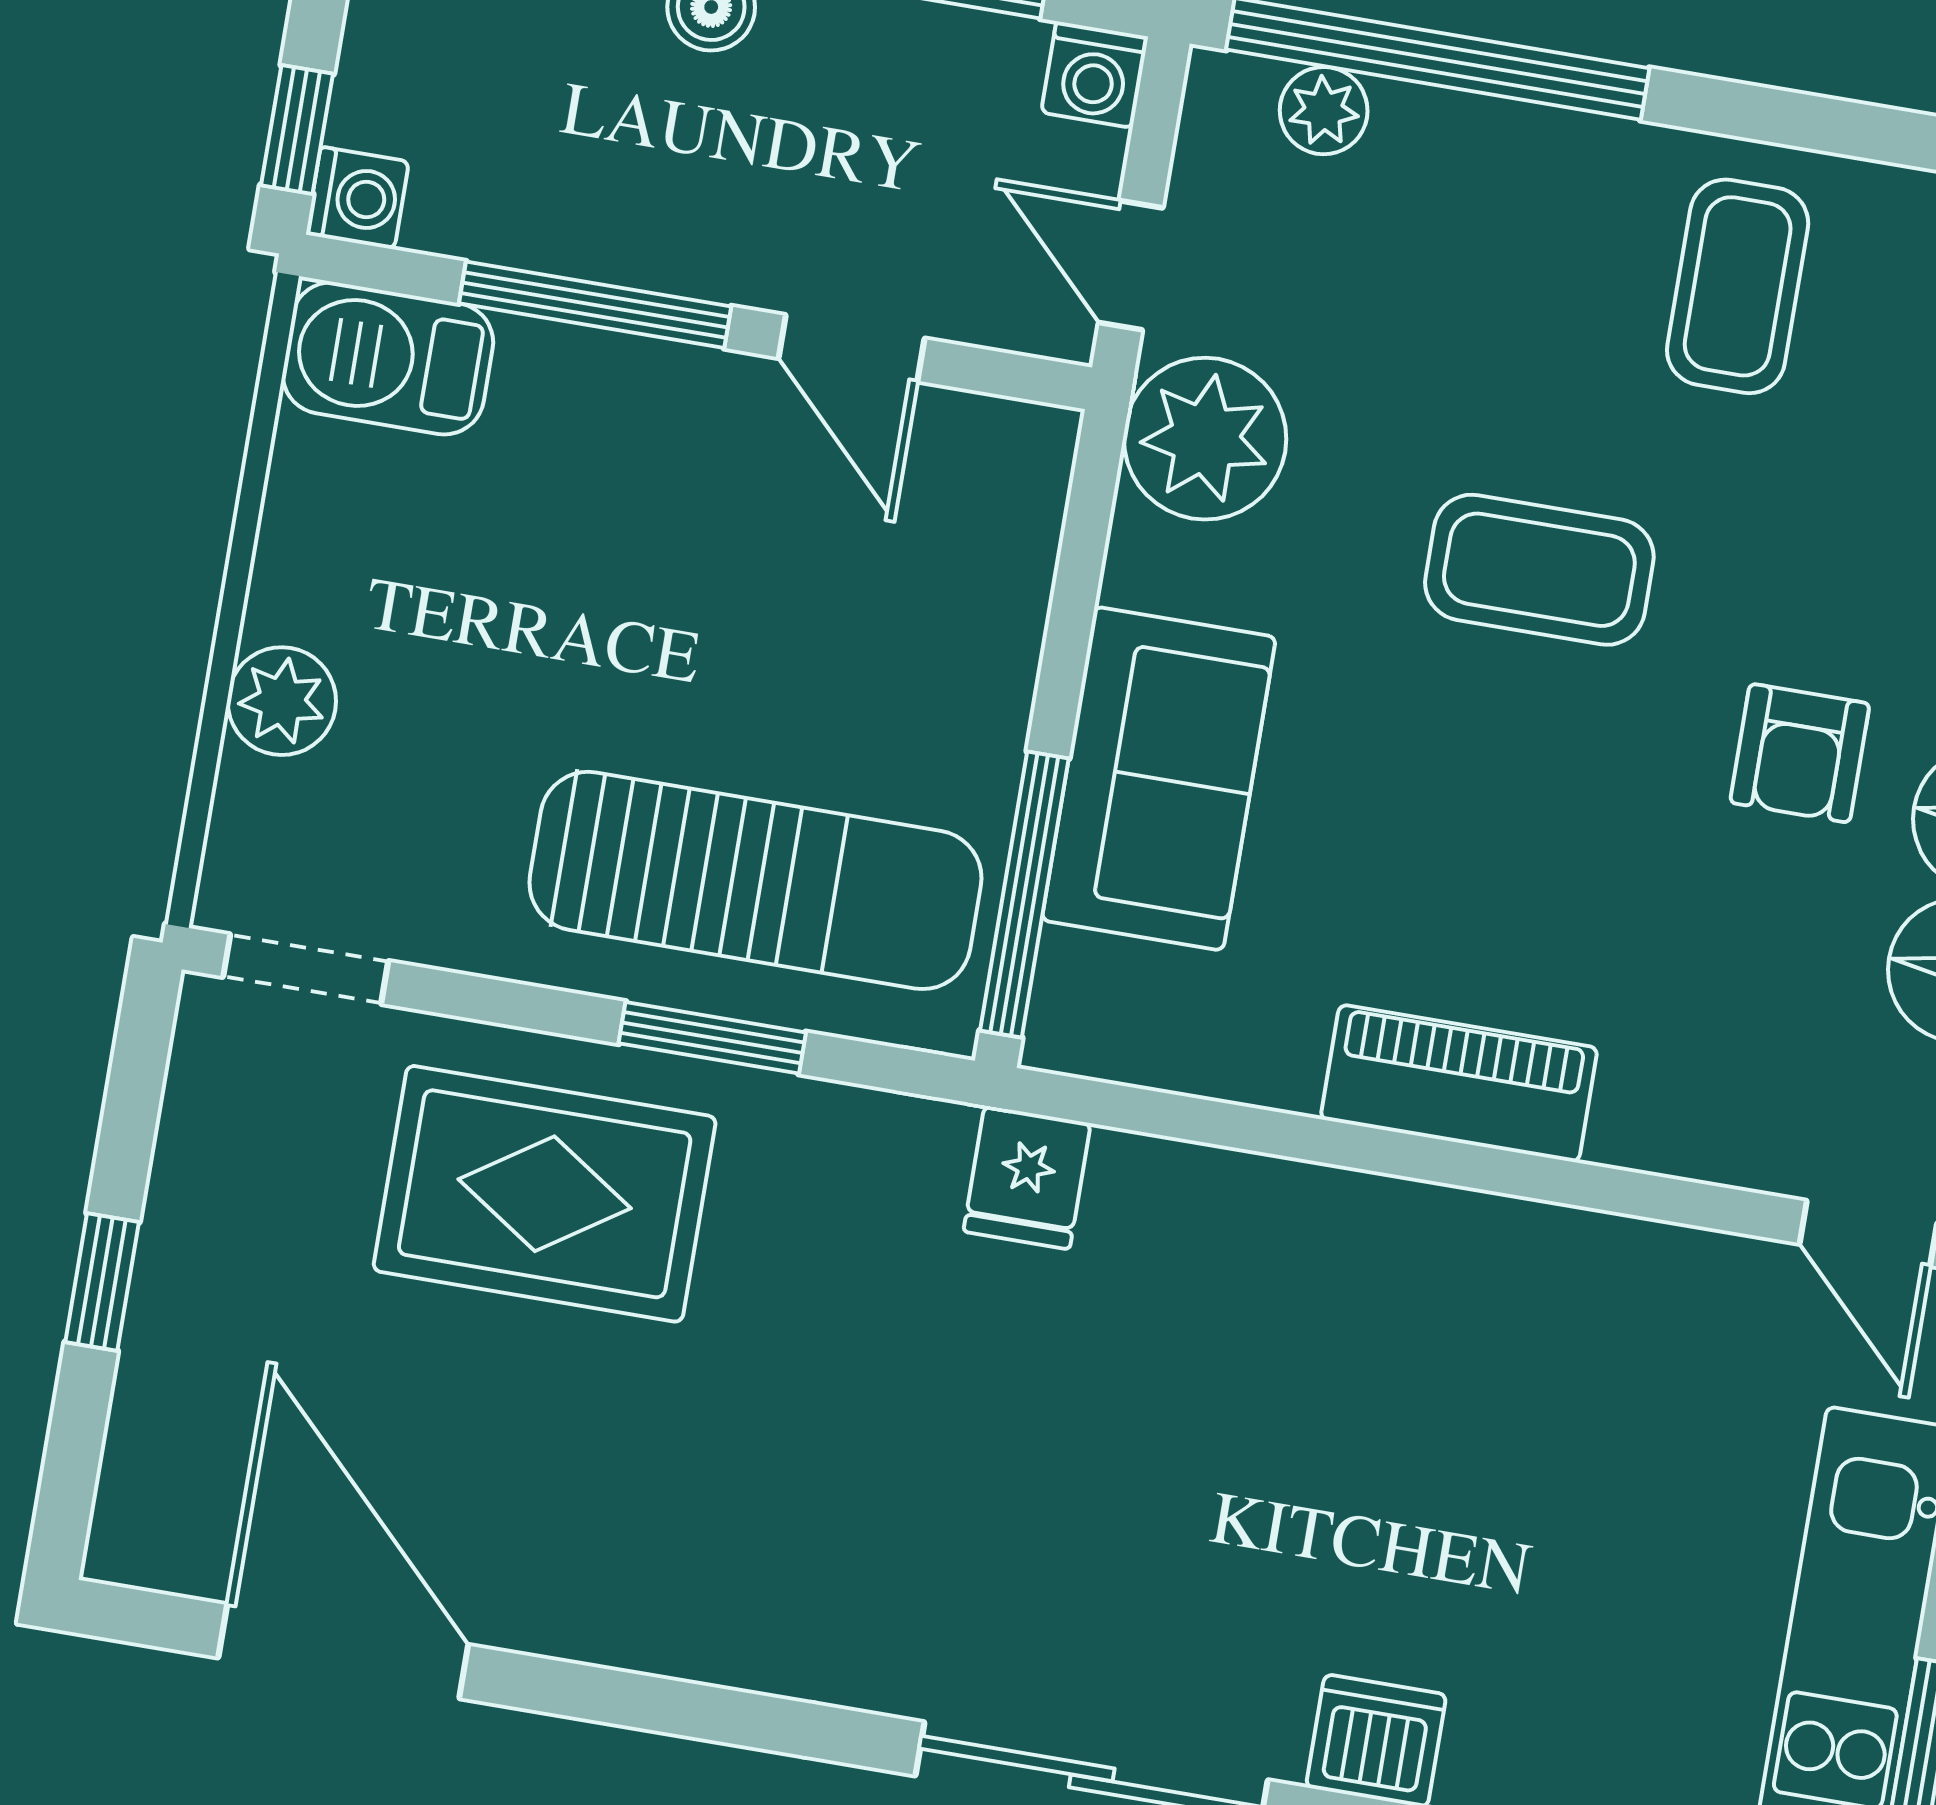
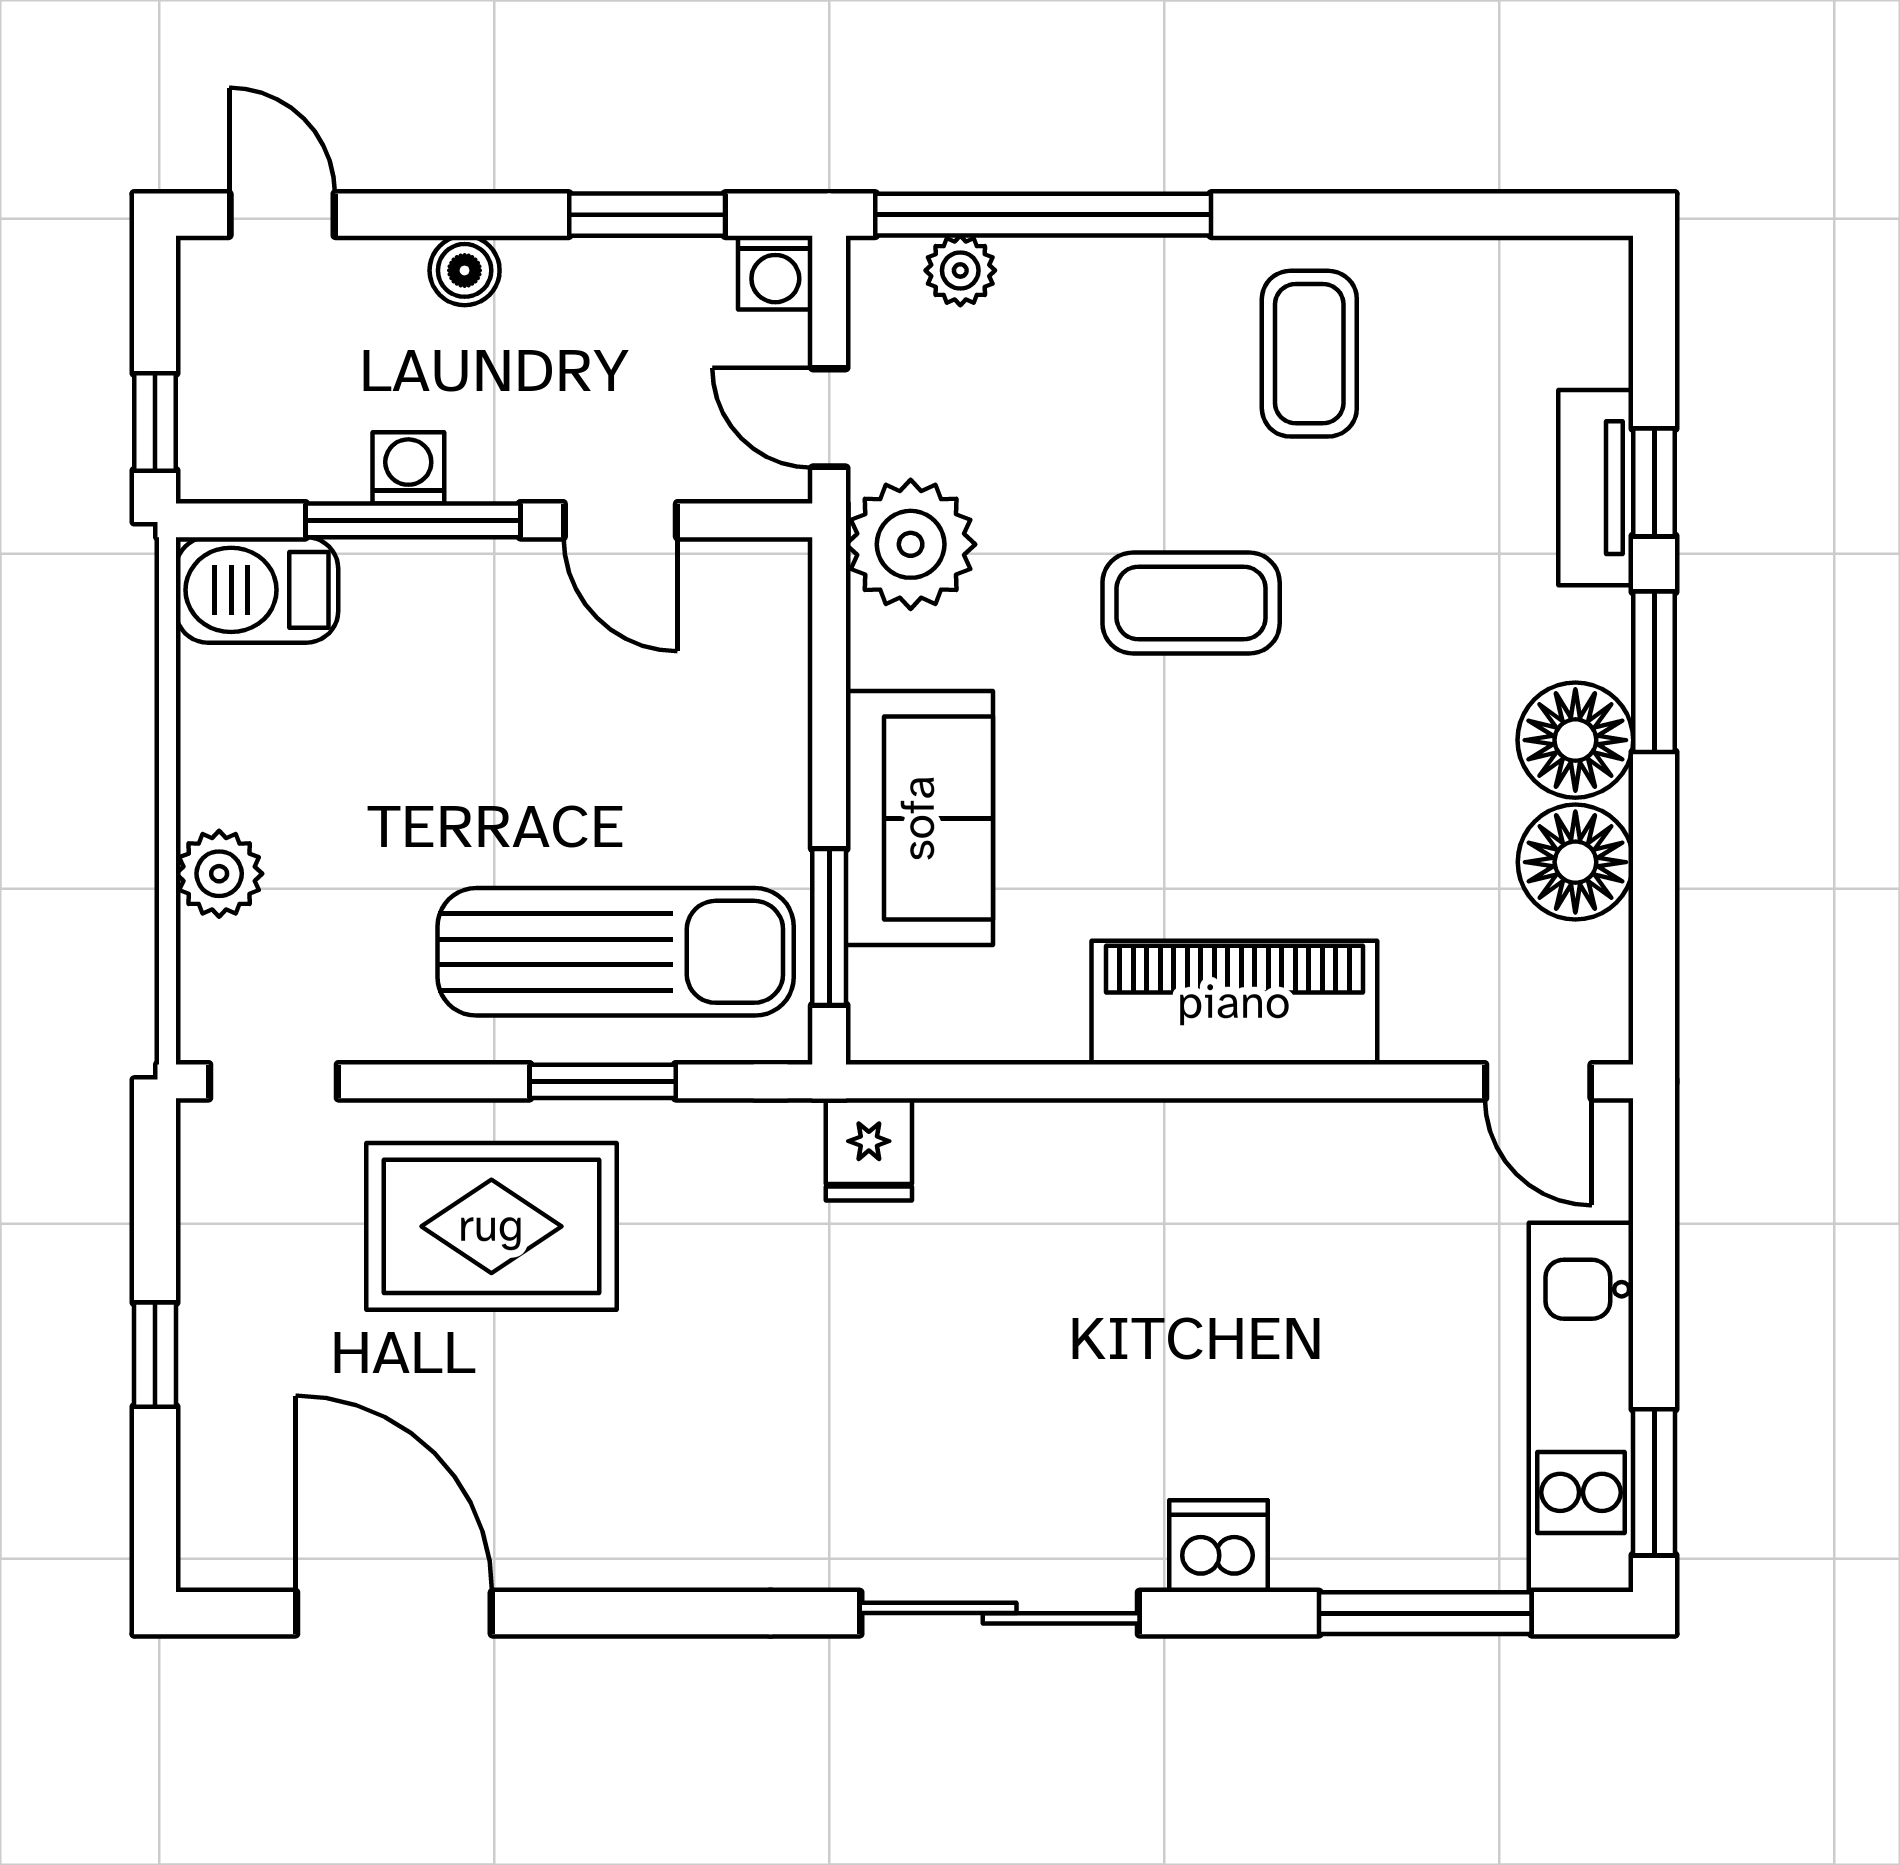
washing machine: (357, 198) -> (408, 468), moved, turned -90
armchair: (1800, 753) -> (1420, 713), removed
window: (1024, 894) -> (829, 927), width x0.69
piano: (1459, 1083) -> (1234, 1003), width x1.37, depth x1.33

